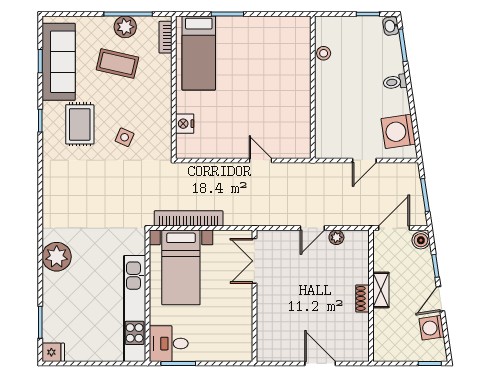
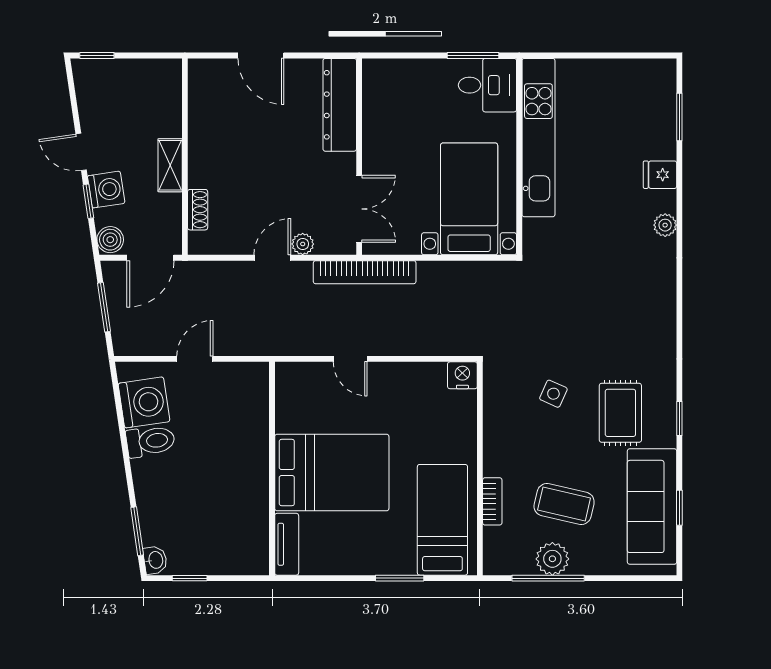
bookcase: (165, 37) -> (492, 501), moved
tv unit: (303, 37) -> (287, 544), added
stool: (324, 53) -> (256, 519), removed
toilet: (395, 82) -> (150, 441), moved, width x1.37, depth x1.39
bed: (273, 85) -> (332, 473), added
nightstand: (185, 124) -> (462, 375), moved, turned -90
bookcase: (189, 218) -> (365, 272), moved
plant: (336, 237) -> (303, 244), moved
plant: (57, 257) -> (665, 225), width x0.53, depth x0.53
shoe rack: (362, 298) -> (198, 210), moved
door: (440, 299) -> (81, 152), swing flipped
washing machine: (432, 328) -> (106, 190), moved
dresser: (267, 330) -> (340, 105), added
fridge: (53, 352) -> (660, 175), moved

